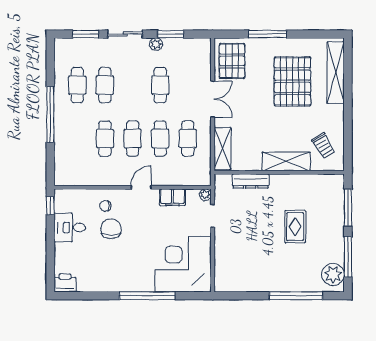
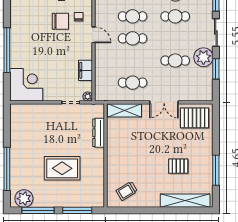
window: (268, 34) -> (216, 170), moved
plant: (156, 44) -> (203, 57), width x1.88, depth x1.88
pallet: (292, 81) -> (178, 166), width x0.49, depth x0.50
cafe table: (160, 138) -> (133, 61), removed
shelving: (286, 161) -> (114, 161), removed
door: (141, 187) -> (94, 35), moved
rug: (295, 227) -> (62, 168), width x1.36, depth x1.43
corner desk: (183, 264) -> (26, 85), width x0.74, depth x0.74

